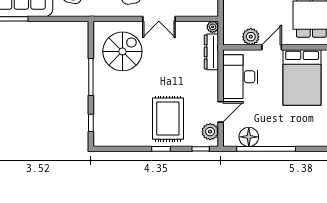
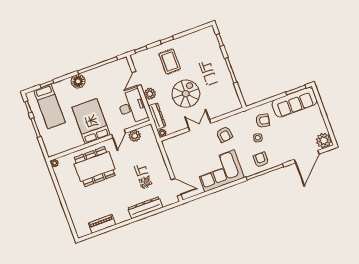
spiral stairs: (122, 51) -> (186, 94), moved, turned 180
rug: (168, 119) -> (170, 62), width x0.73, depth x0.70
plant: (210, 132) -> (150, 94), moved
floor lamp: (249, 137) -> (78, 81), moved

